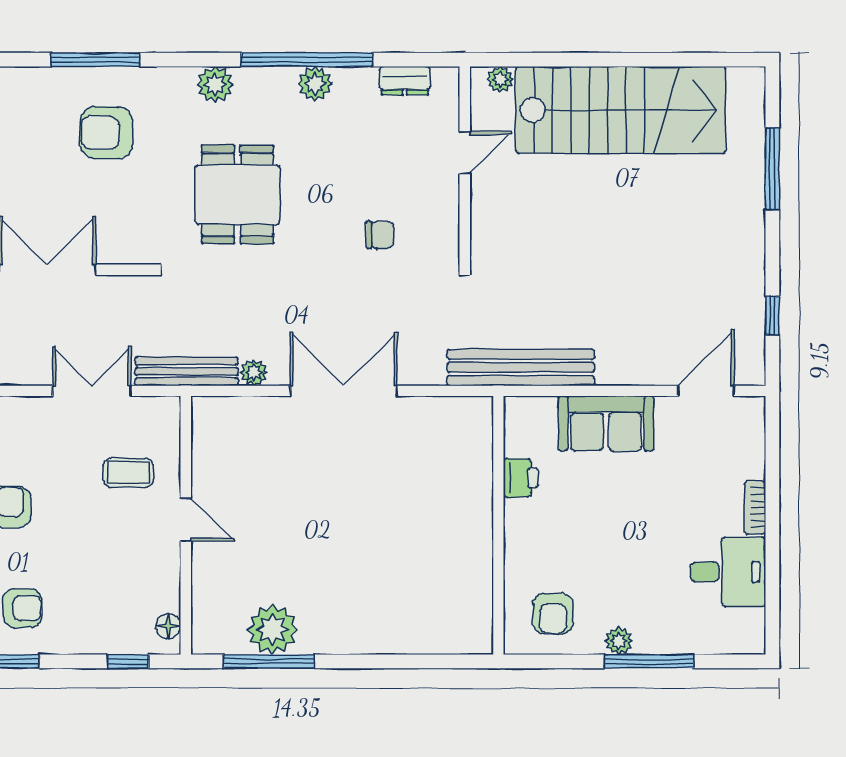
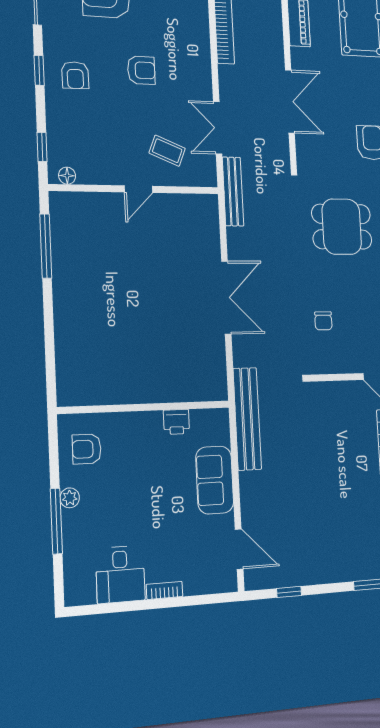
plant: (254, 373) -> (235, 237), removed
double door: (92, 391) -> (218, 128), swing flipped
coffee table: (128, 473) -> (167, 151), turned -68
plant: (272, 630) -> (68, 249), removed

